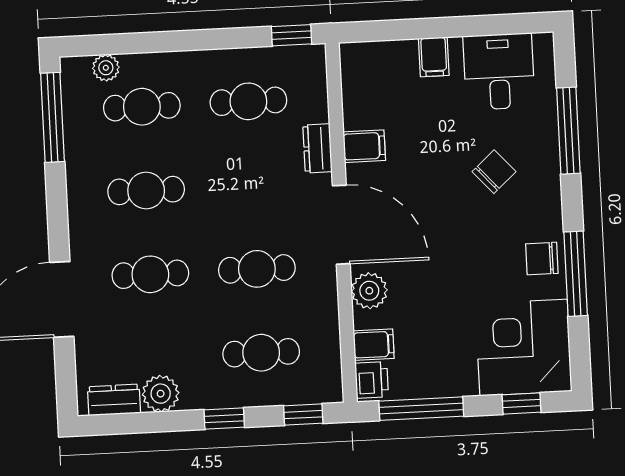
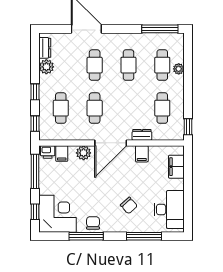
filing cabinet: (434, 57) -> (176, 167), moved, width x2.00
plant: (106, 68) -> (179, 69), moved
desk: (499, 72) -> (169, 209), width x1.37

